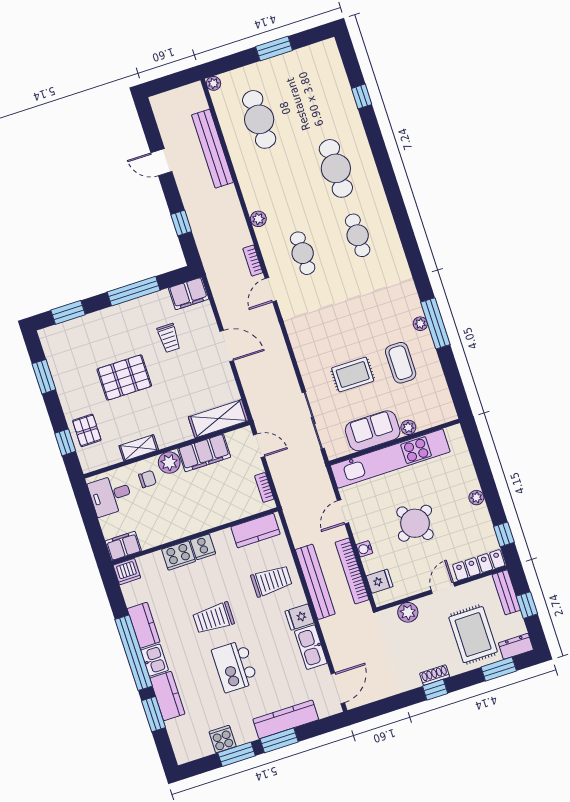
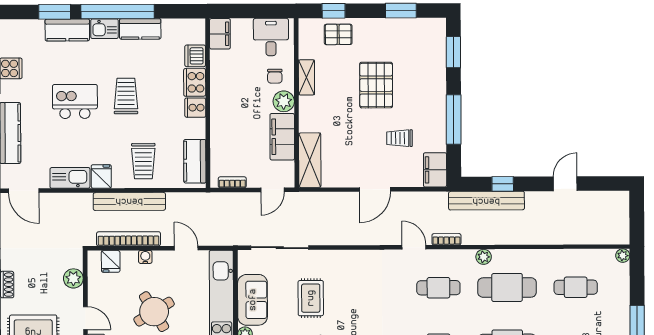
cafe table: (259, 119) -> (576, 287), width x0.73, depth x0.74
bench: (212, 149) -> (486, 201), moved
cafe table: (281, 186) -> (507, 287), added
dishwasher: (127, 572) -> (195, 56), moved

